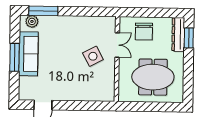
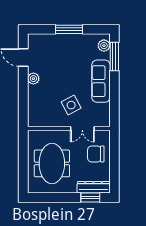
sofa: (28, 54) -> (101, 81), moved, turned 90
plant: (65, 95) -> (33, 79), added

